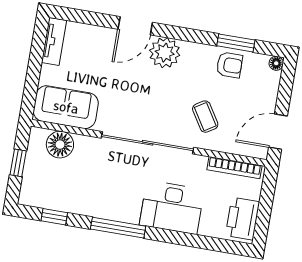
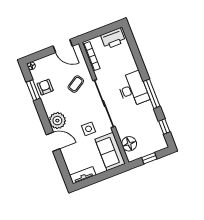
side table: (122, 94) -> (89, 129), added
desk: (172, 207) -> (133, 89), moved

